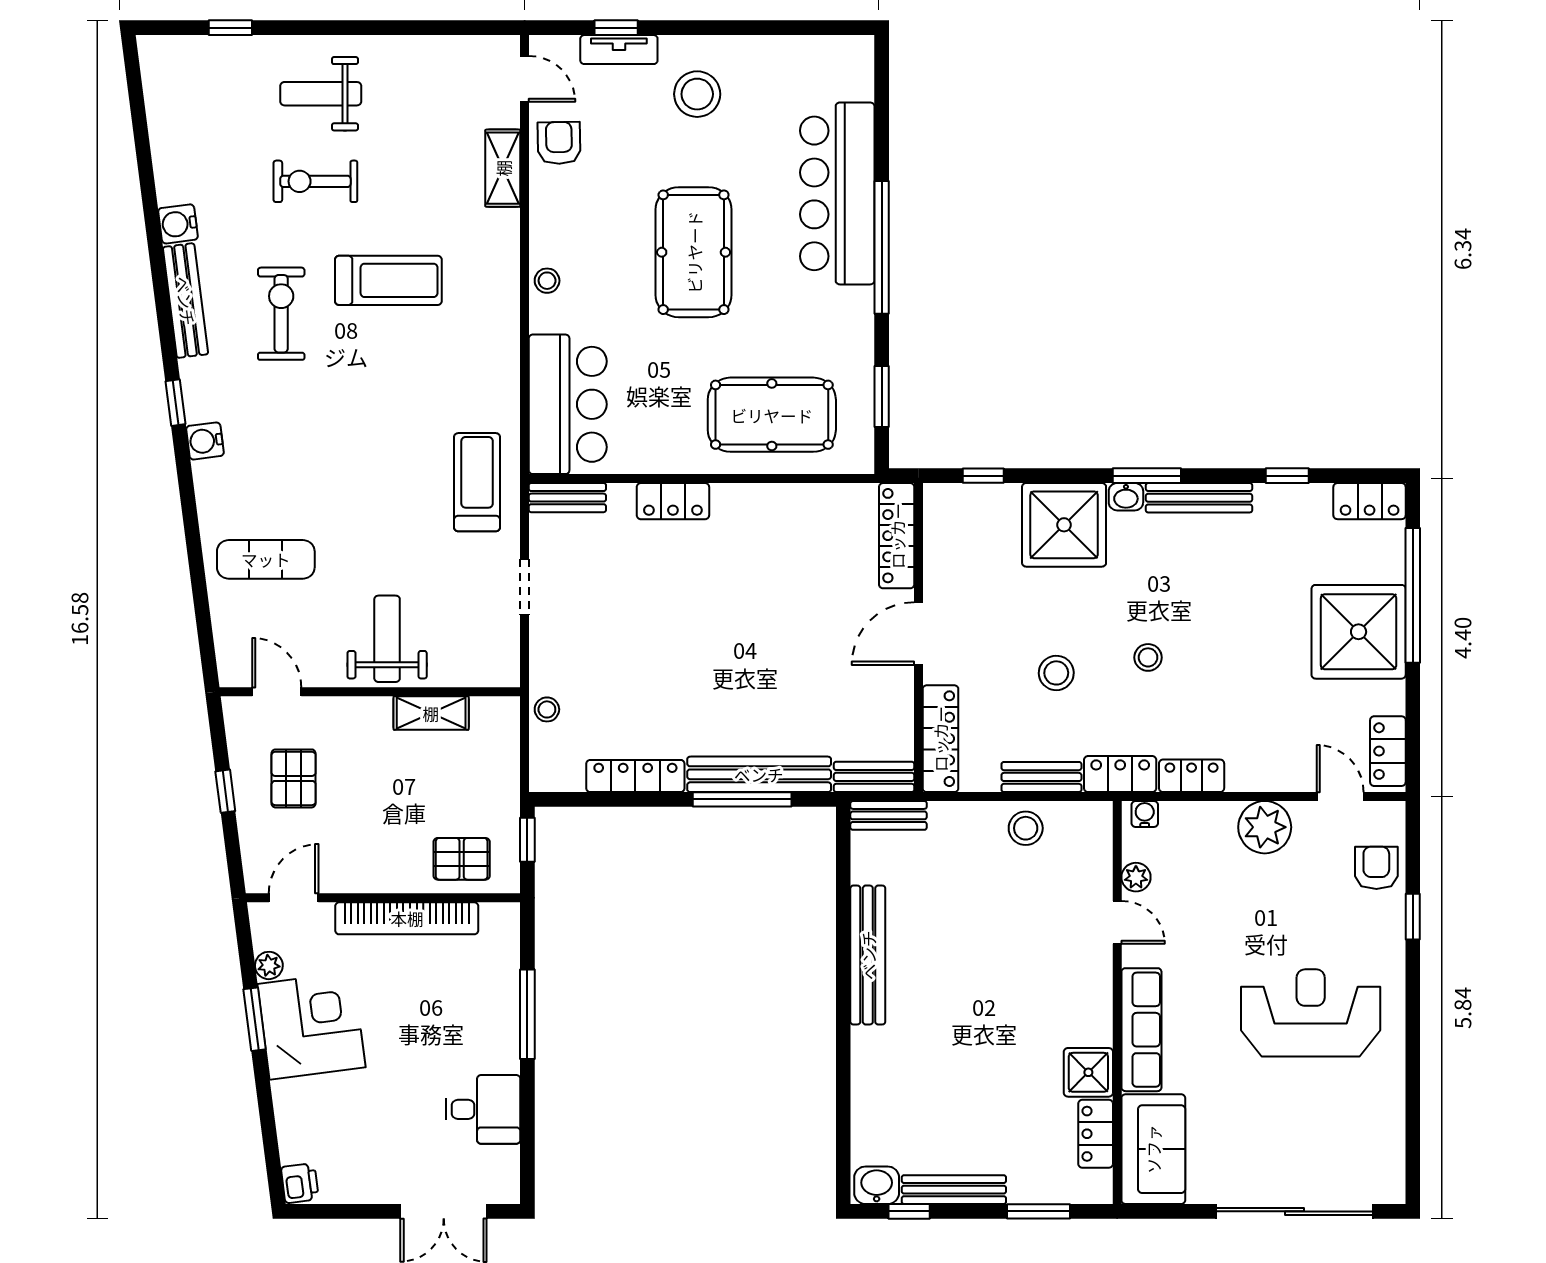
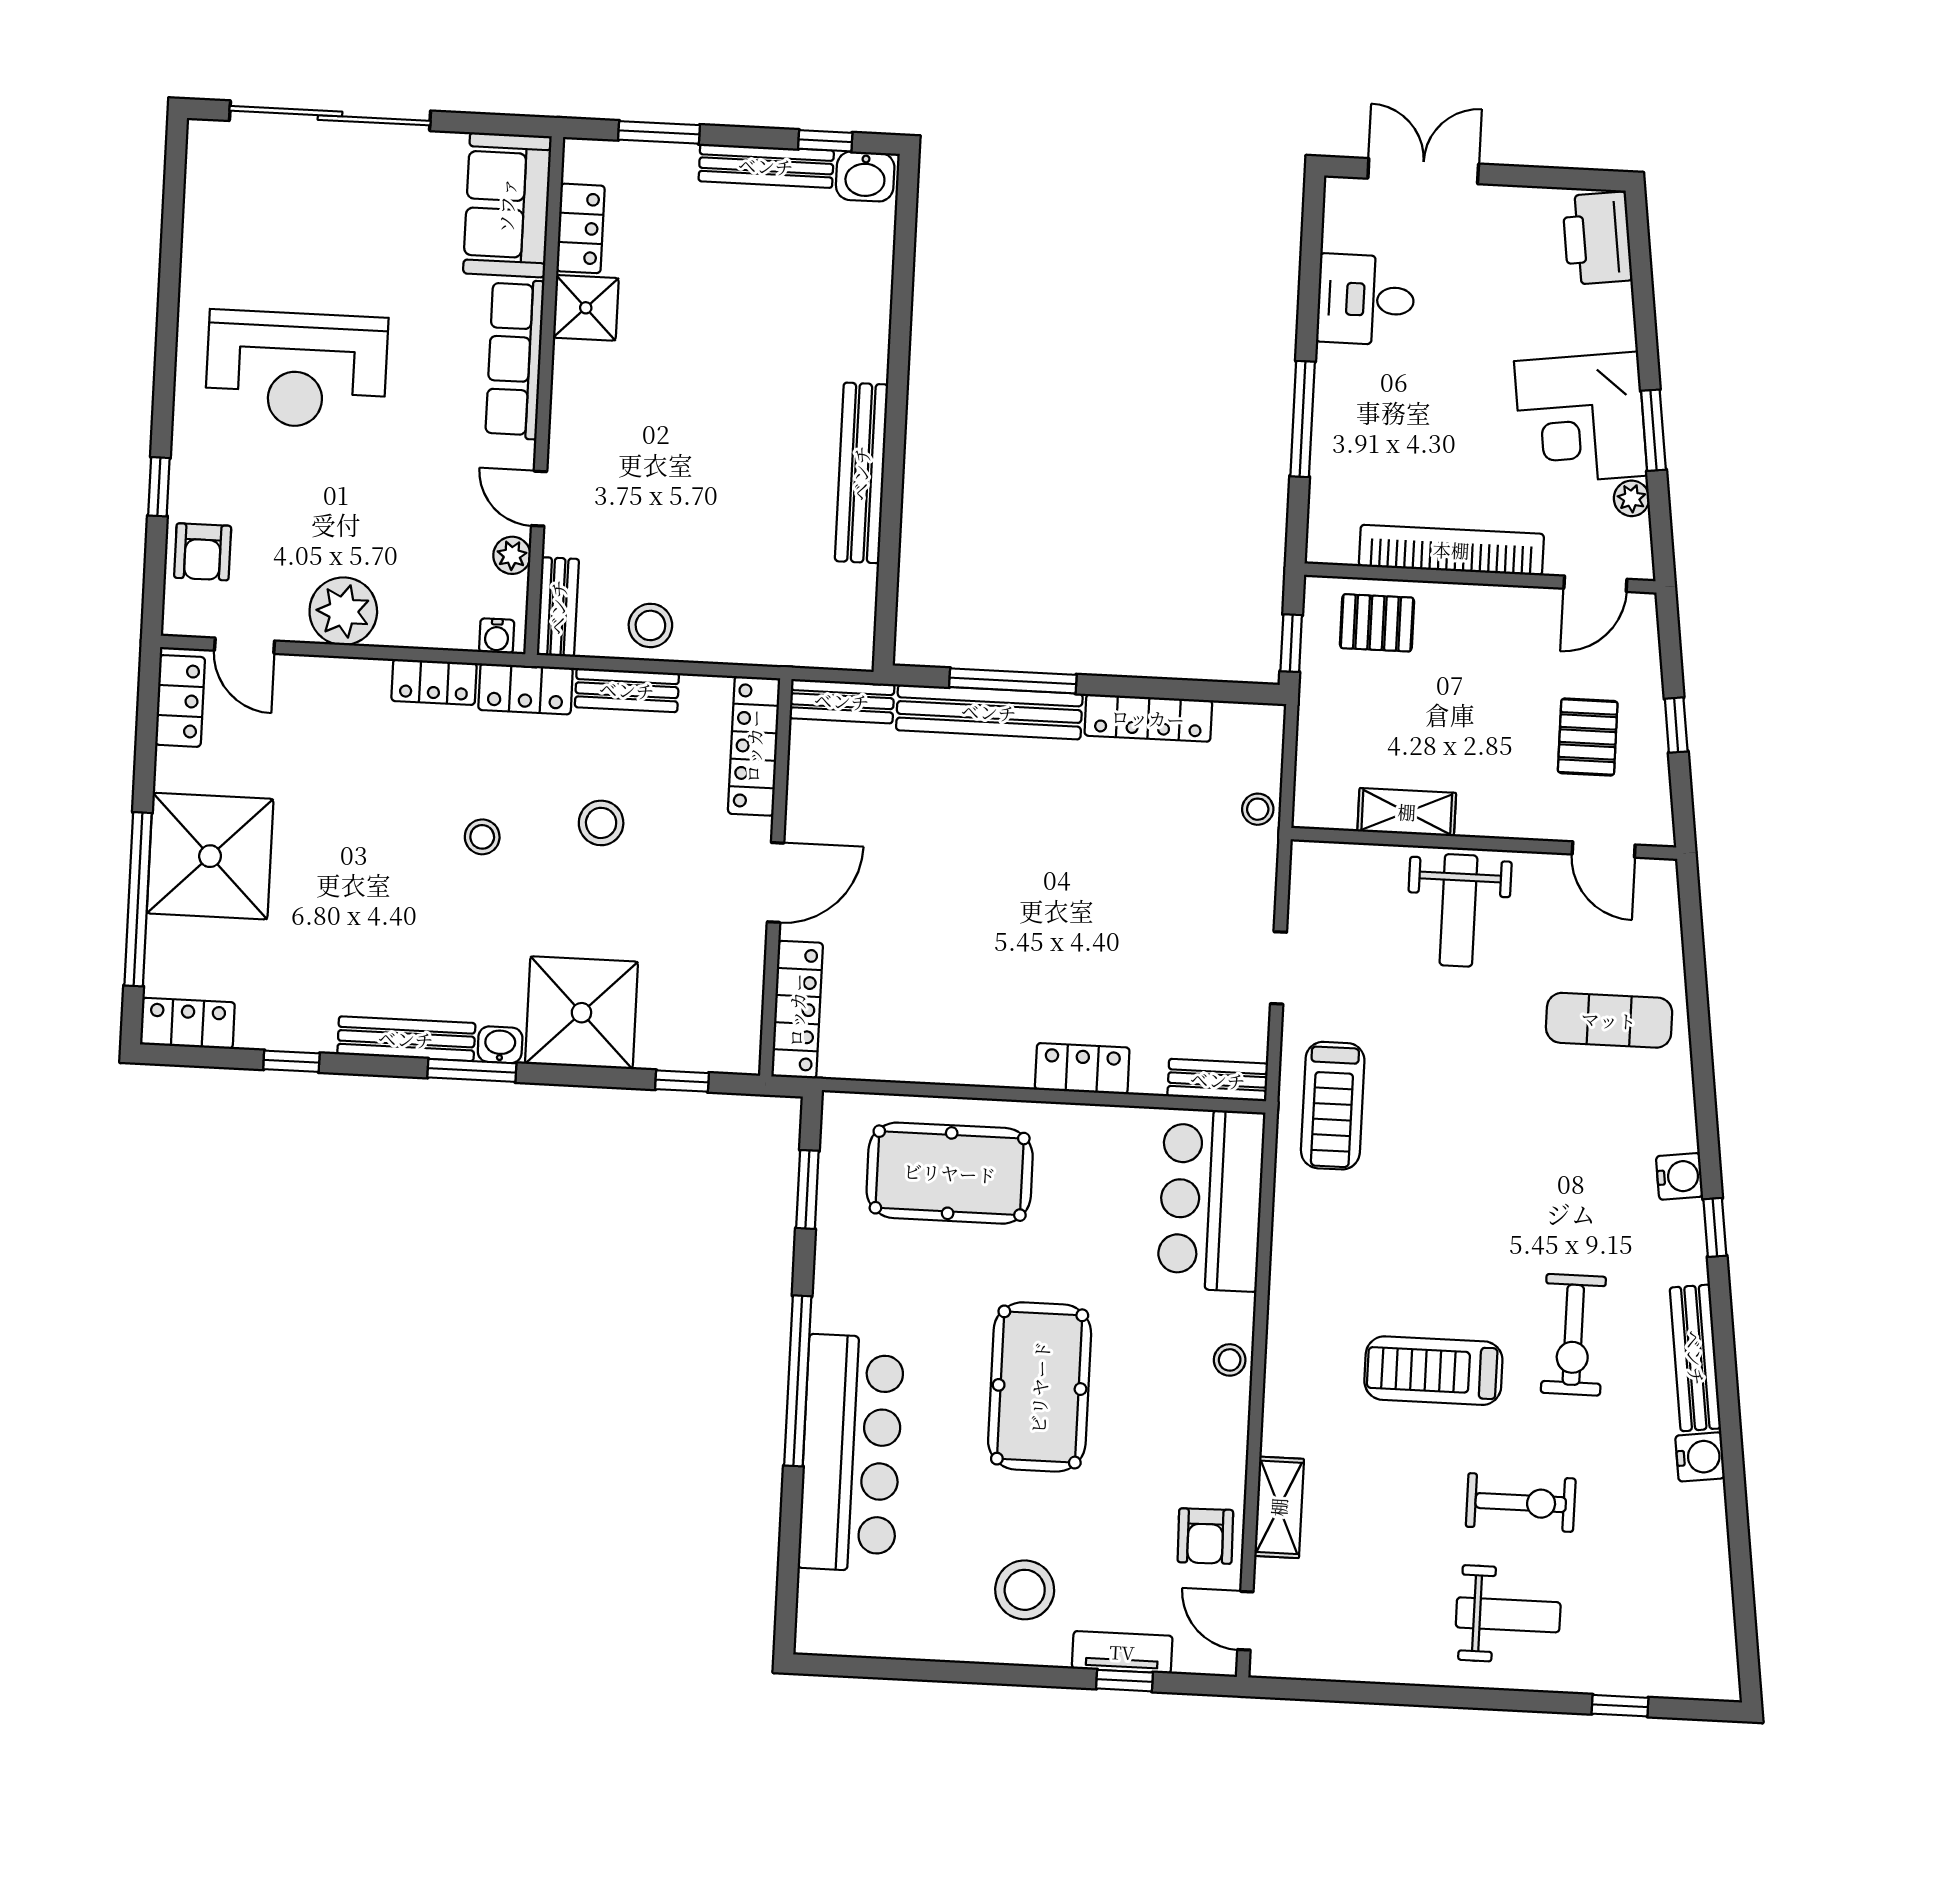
bench: (889, 815) -> (558, 607), moved, turned 90
printer: (300, 1183) -> (1597, 238), width x1.87, depth x1.48

